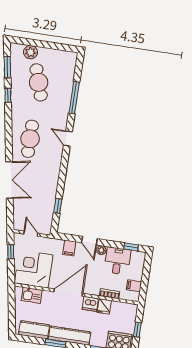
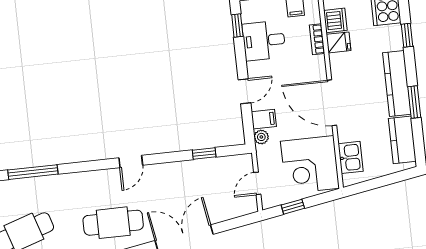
door: (68, 139) -> (131, 161), moved
plant: (101, 250) -> (261, 137), moved
dishwasher: (90, 304) -> (335, 20), moved

